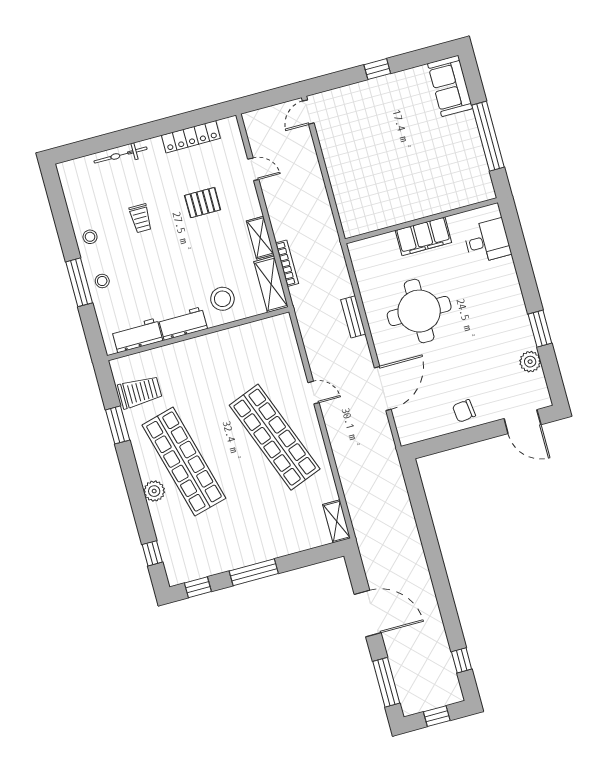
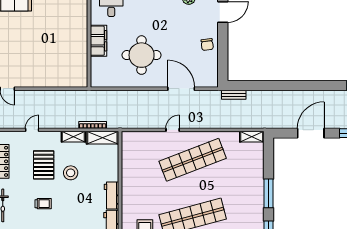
pallet: (203, 203) -> (44, 165), width x1.50, depth x1.42
stool: (222, 299) -> (71, 173), moved
bench: (353, 317) -> (234, 95), moved

